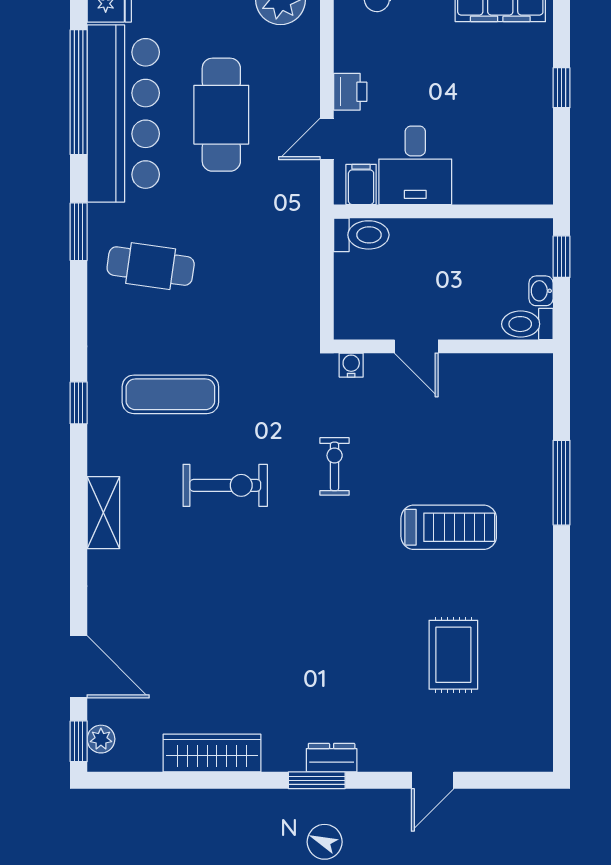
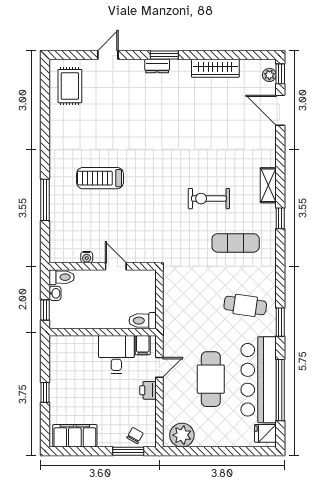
water cooler: (351, 365) -> (87, 257), moved
window: (79, 403) -> (280, 218), moved
exercise bike: (335, 466) -> (156, 208), removed
rug: (453, 655) -> (70, 86), moved

